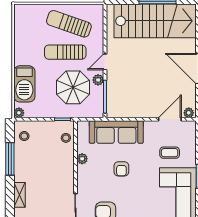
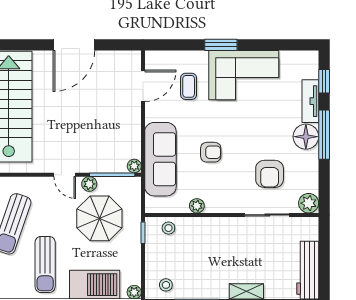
sun lounger: (65, 52) -> (45, 264), moved
plant: (189, 113) -> (134, 166), moved
door: (170, 119) -> (143, 86), swing flipped

